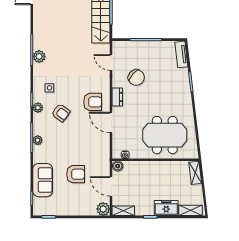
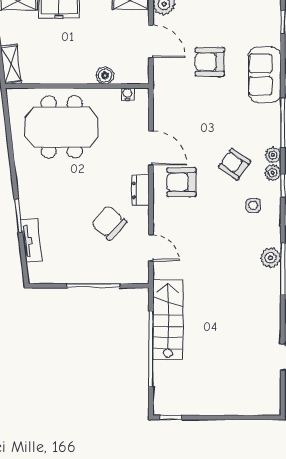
tv unit: (181, 54) -> (32, 241), moved
plant: (38, 140) -> (273, 155), moved
boiler: (118, 166) -> (105, 76), moved
sofa: (43, 180) -> (265, 75), moved

